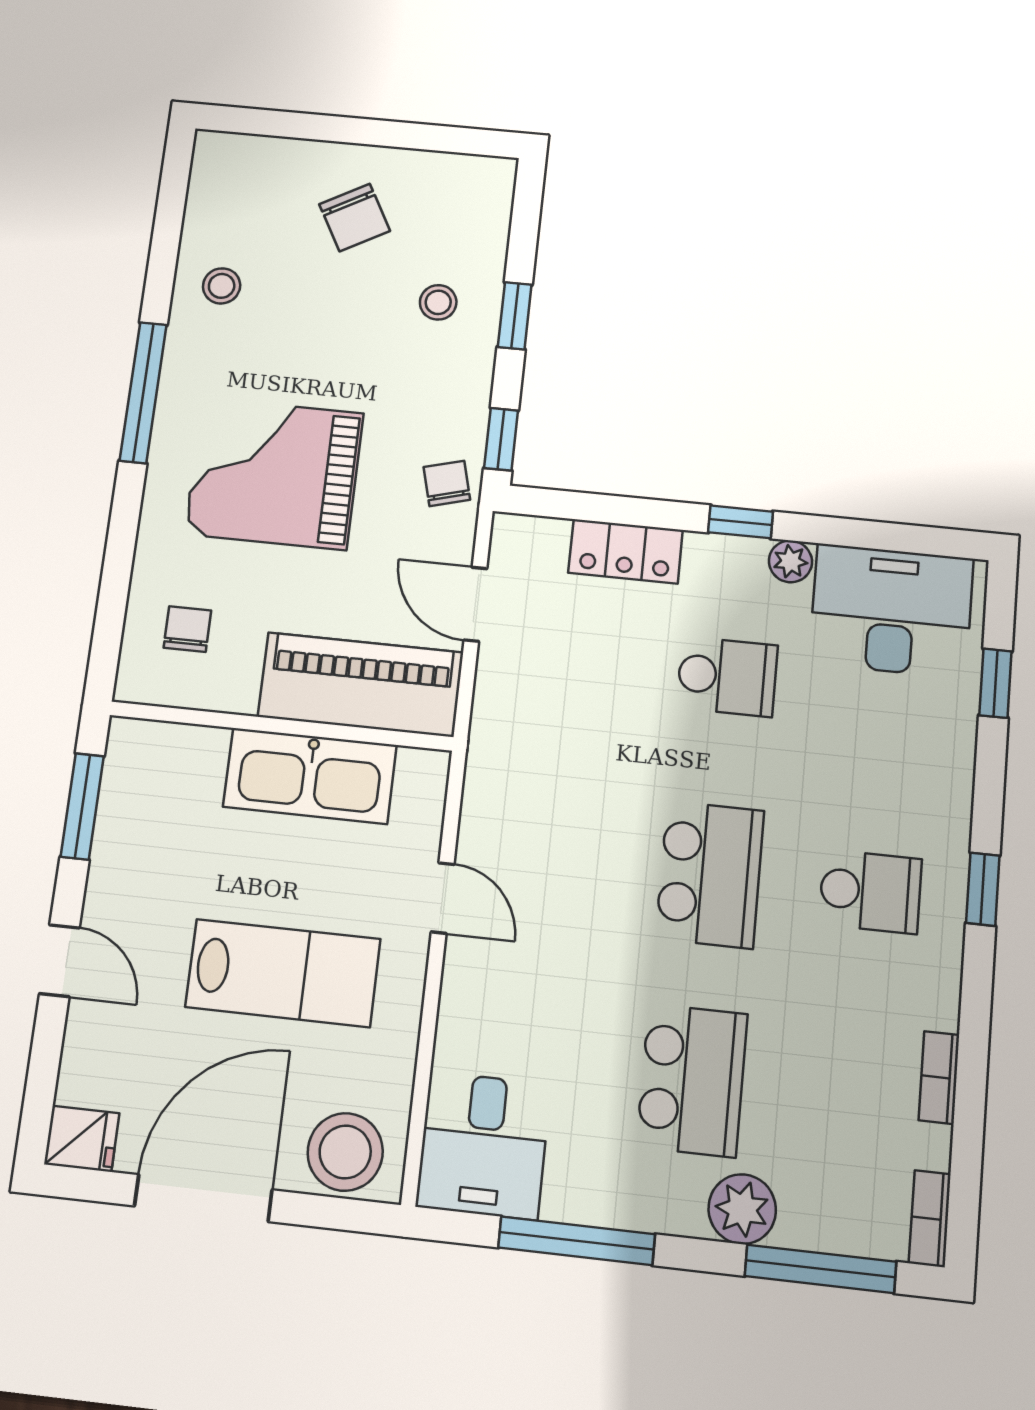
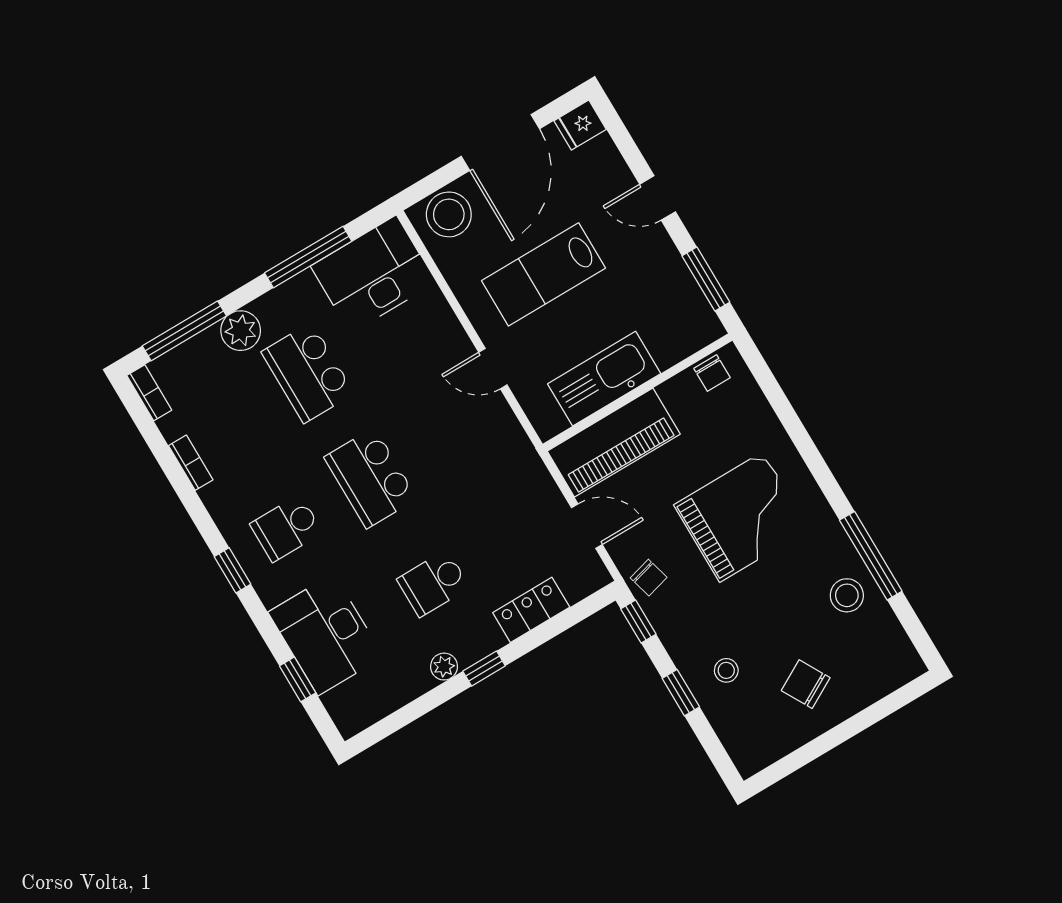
stool: (222, 286) -> (847, 595), width x1.37, depth x1.37
window: (143, 392) -> (871, 556), moved
desk: (891, 611) -> (326, 634), moved, turned 90
chair: (187, 629) -> (712, 373), moved
desk: (483, 1145) -> (373, 274), width x1.37

